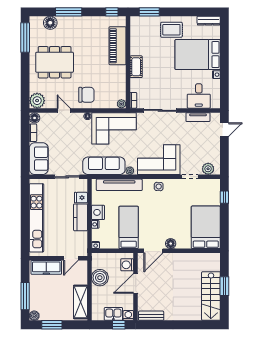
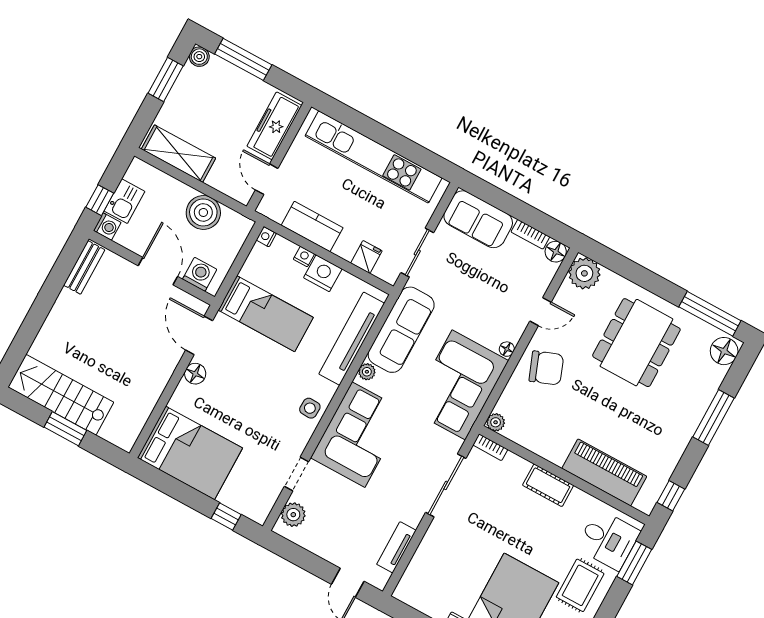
floor lamp: (50, 23) -> (724, 351), moved
chair: (86, 95) -> (546, 368), turned -111
desk: (199, 96) -> (608, 540), moved, turned 180
kitchen counter: (81, 217) -> (312, 226), moved

